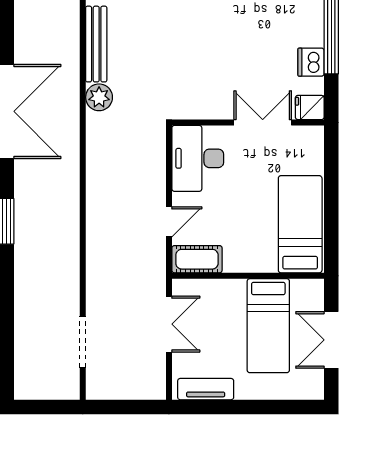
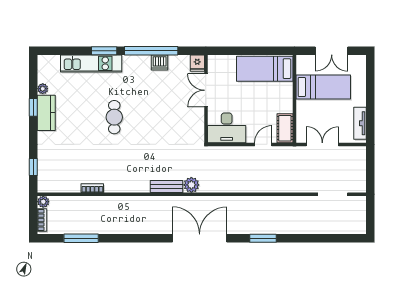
bench: (96, 44) -> (166, 186), width x0.73
dishwasher: (311, 62) -> (160, 62), moved
door: (169, 222) -> (263, 144), hinge flipped

